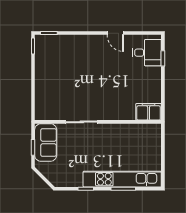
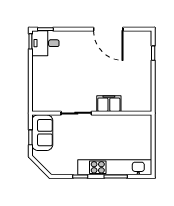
door: (115, 33) -> (108, 29), width x1.87
desk: (147, 53) -> (45, 43), moved, turned 180
filing cabinet: (149, 112) -> (109, 104), moved

